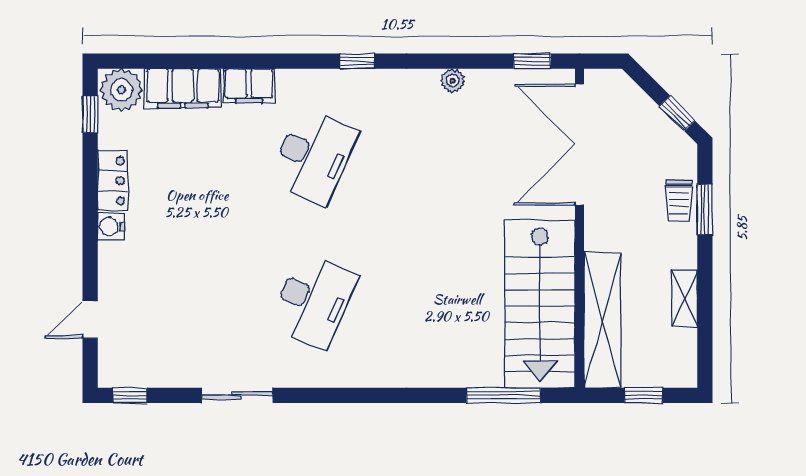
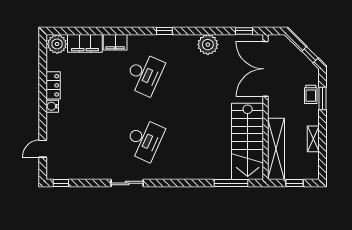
plant: (453, 81) -> (208, 45), width x1.87, depth x1.87
window: (90, 114) -> (43, 55), removed
sliding door: (237, 395) -> (127, 183), moved

